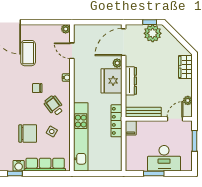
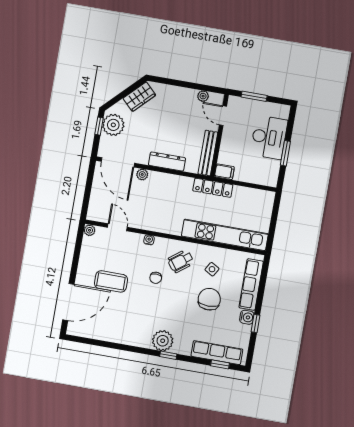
door: (72, 51) -> (117, 227), swing flipped
wardrobe: (185, 67) -> (139, 97), moved, turned -45
fridge: (111, 81) -> (163, 185), removed

